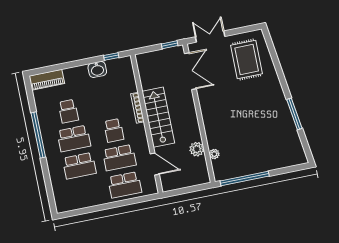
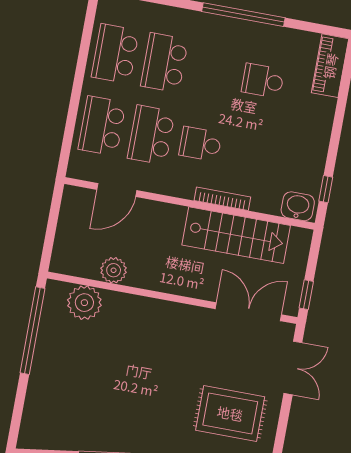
washbasin: (97, 69) -> (298, 206), moved, turned 90
double door: (190, 71) -> (248, 312), swing flipped
stairs: (158, 117) -> (236, 235), moved
school desk: (74, 138) -> (115, 54), moved
plant: (214, 154) -> (84, 303), width x1.87, depth x1.87

